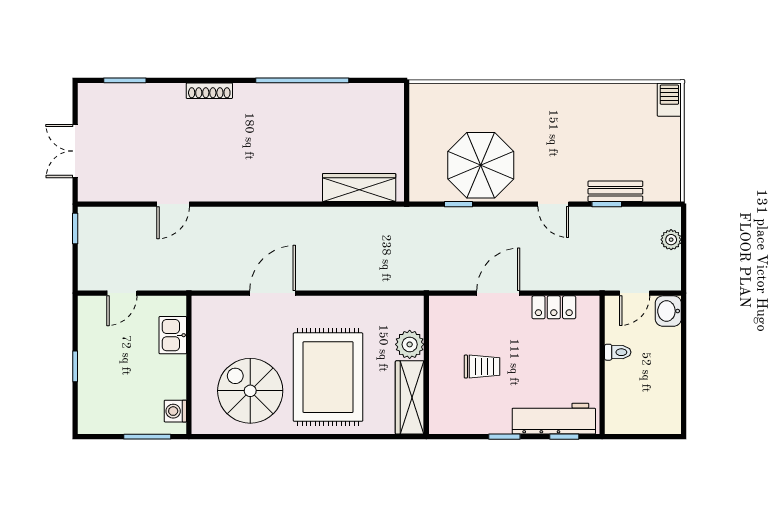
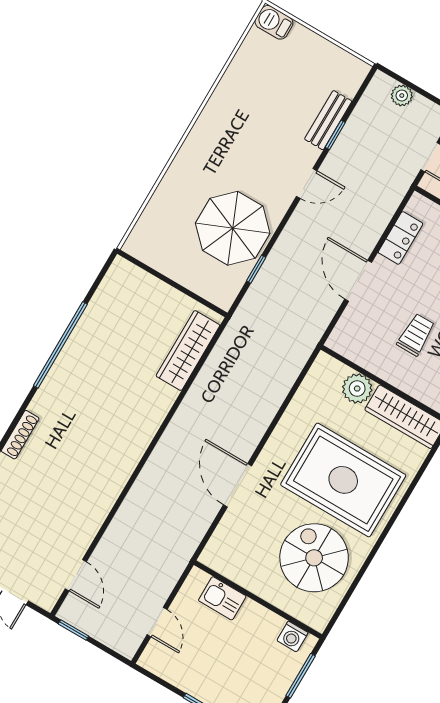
door: (173, 204) -> (76, 575), moved
spiral stairs: (250, 391) -> (314, 558), turned 90

